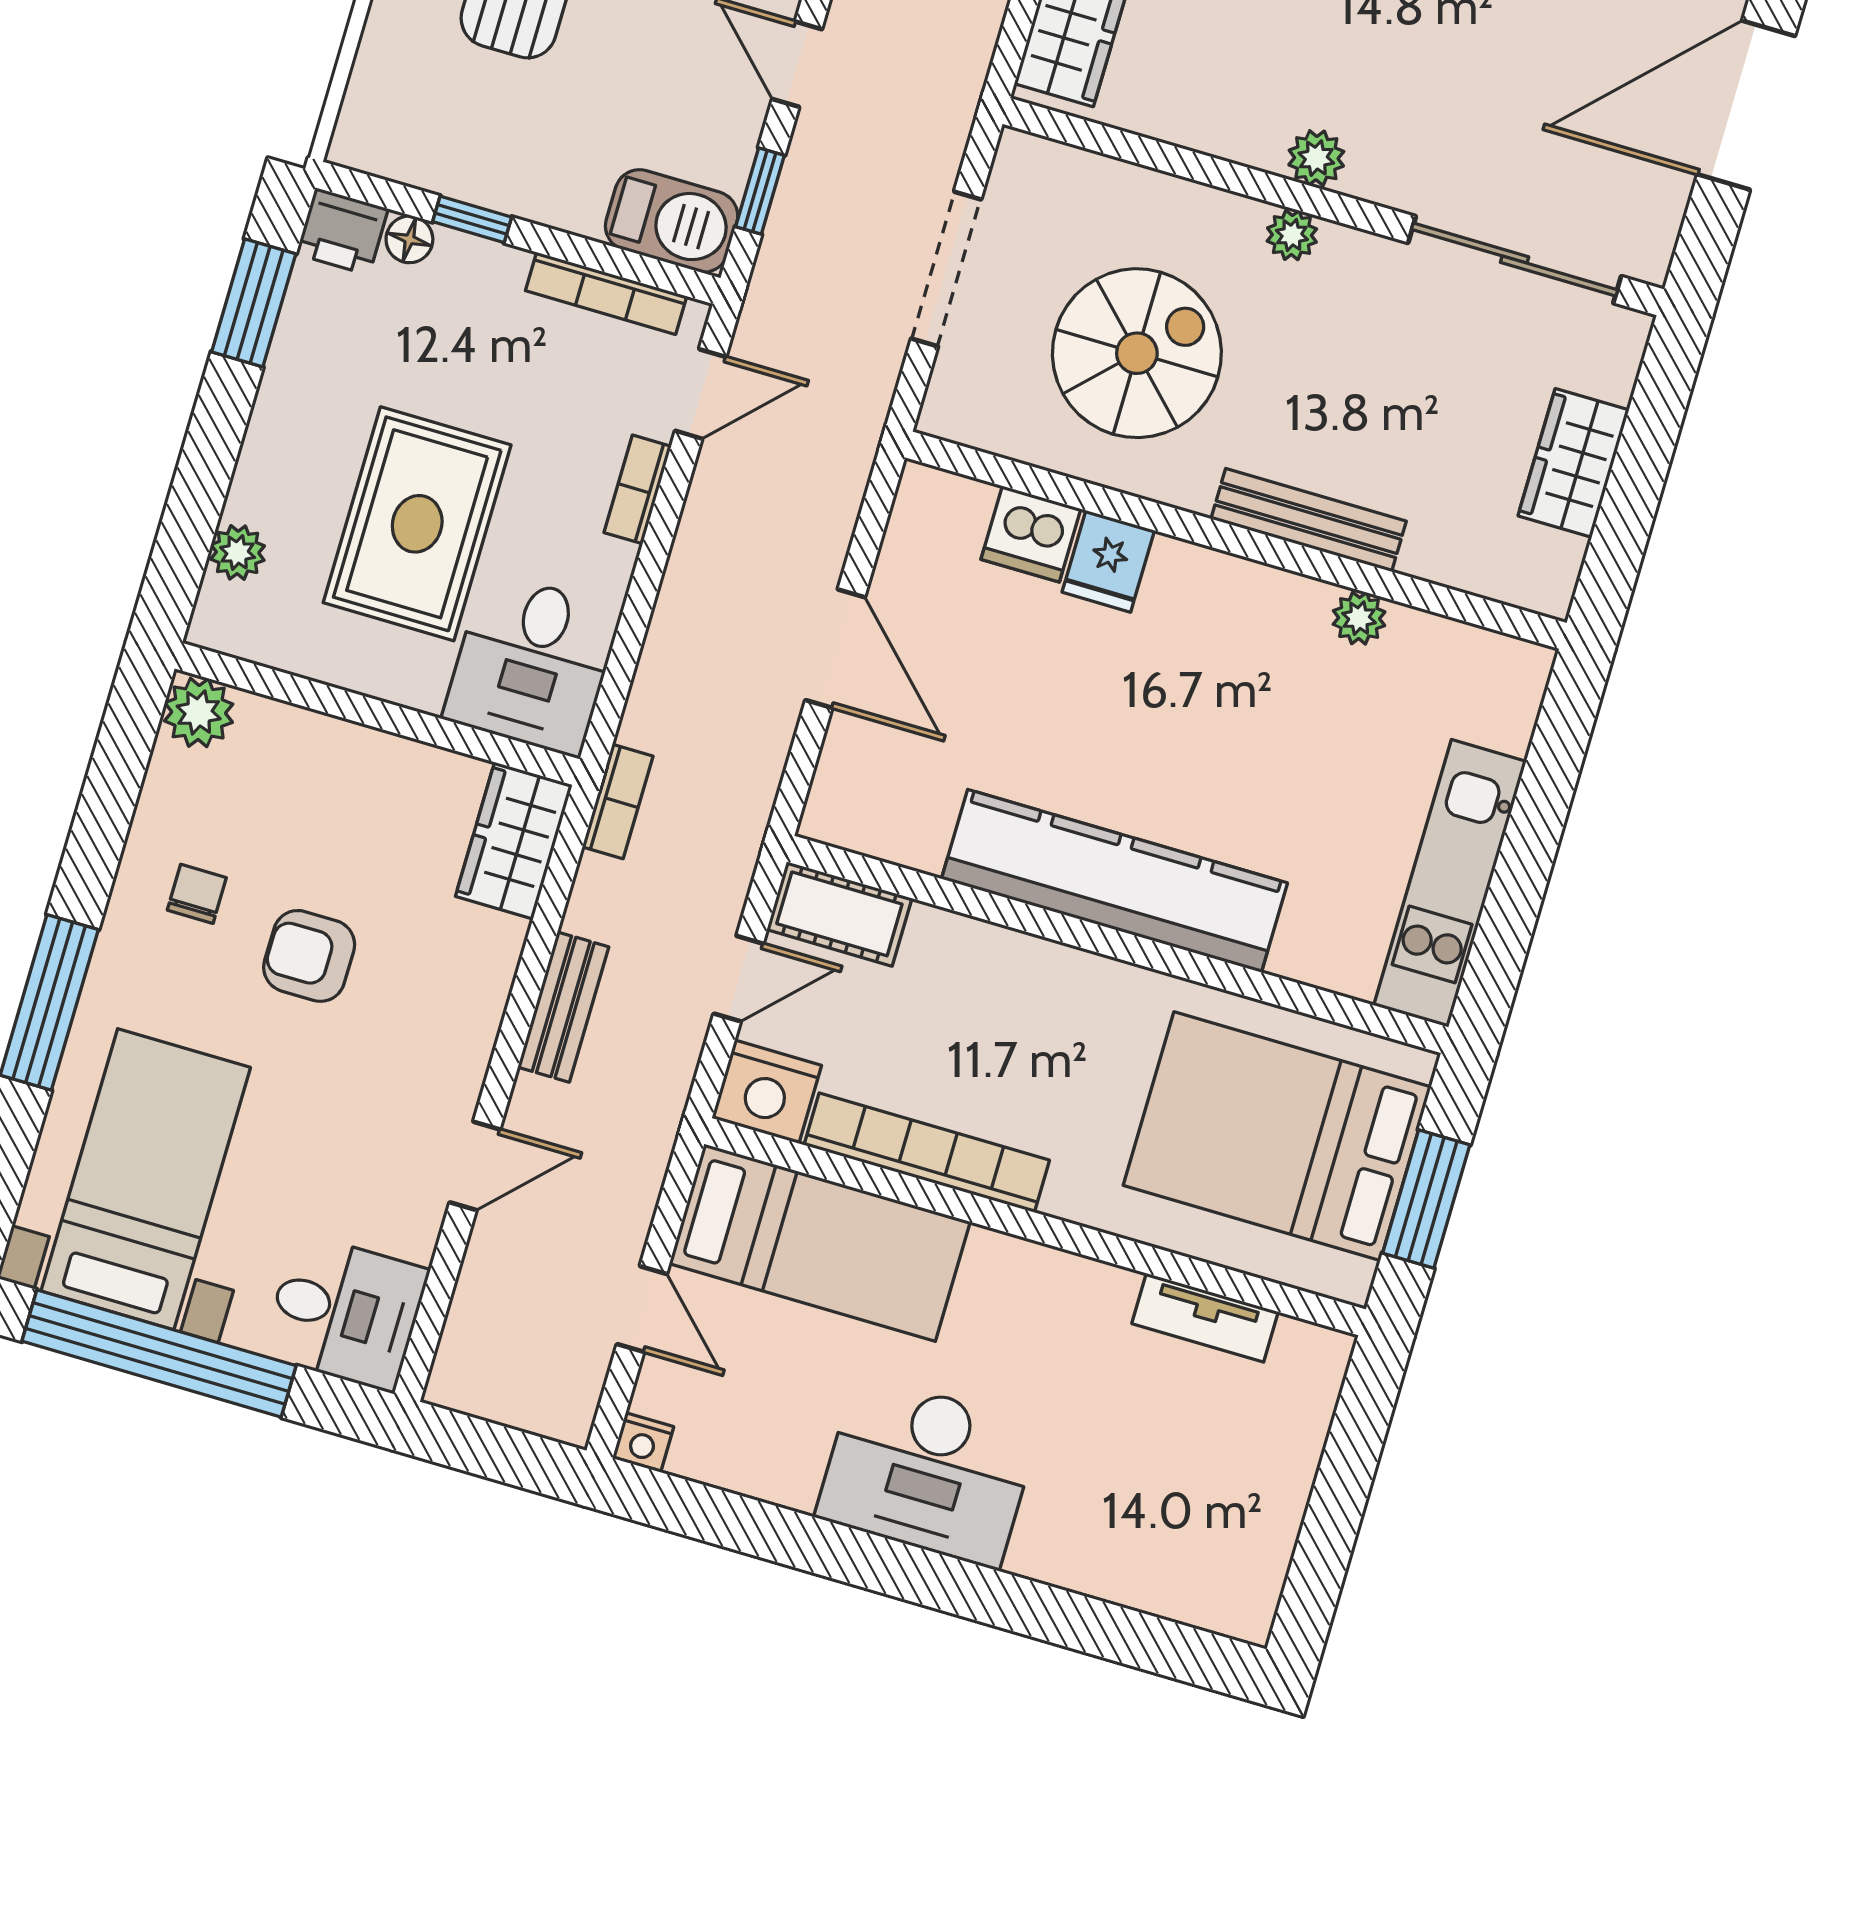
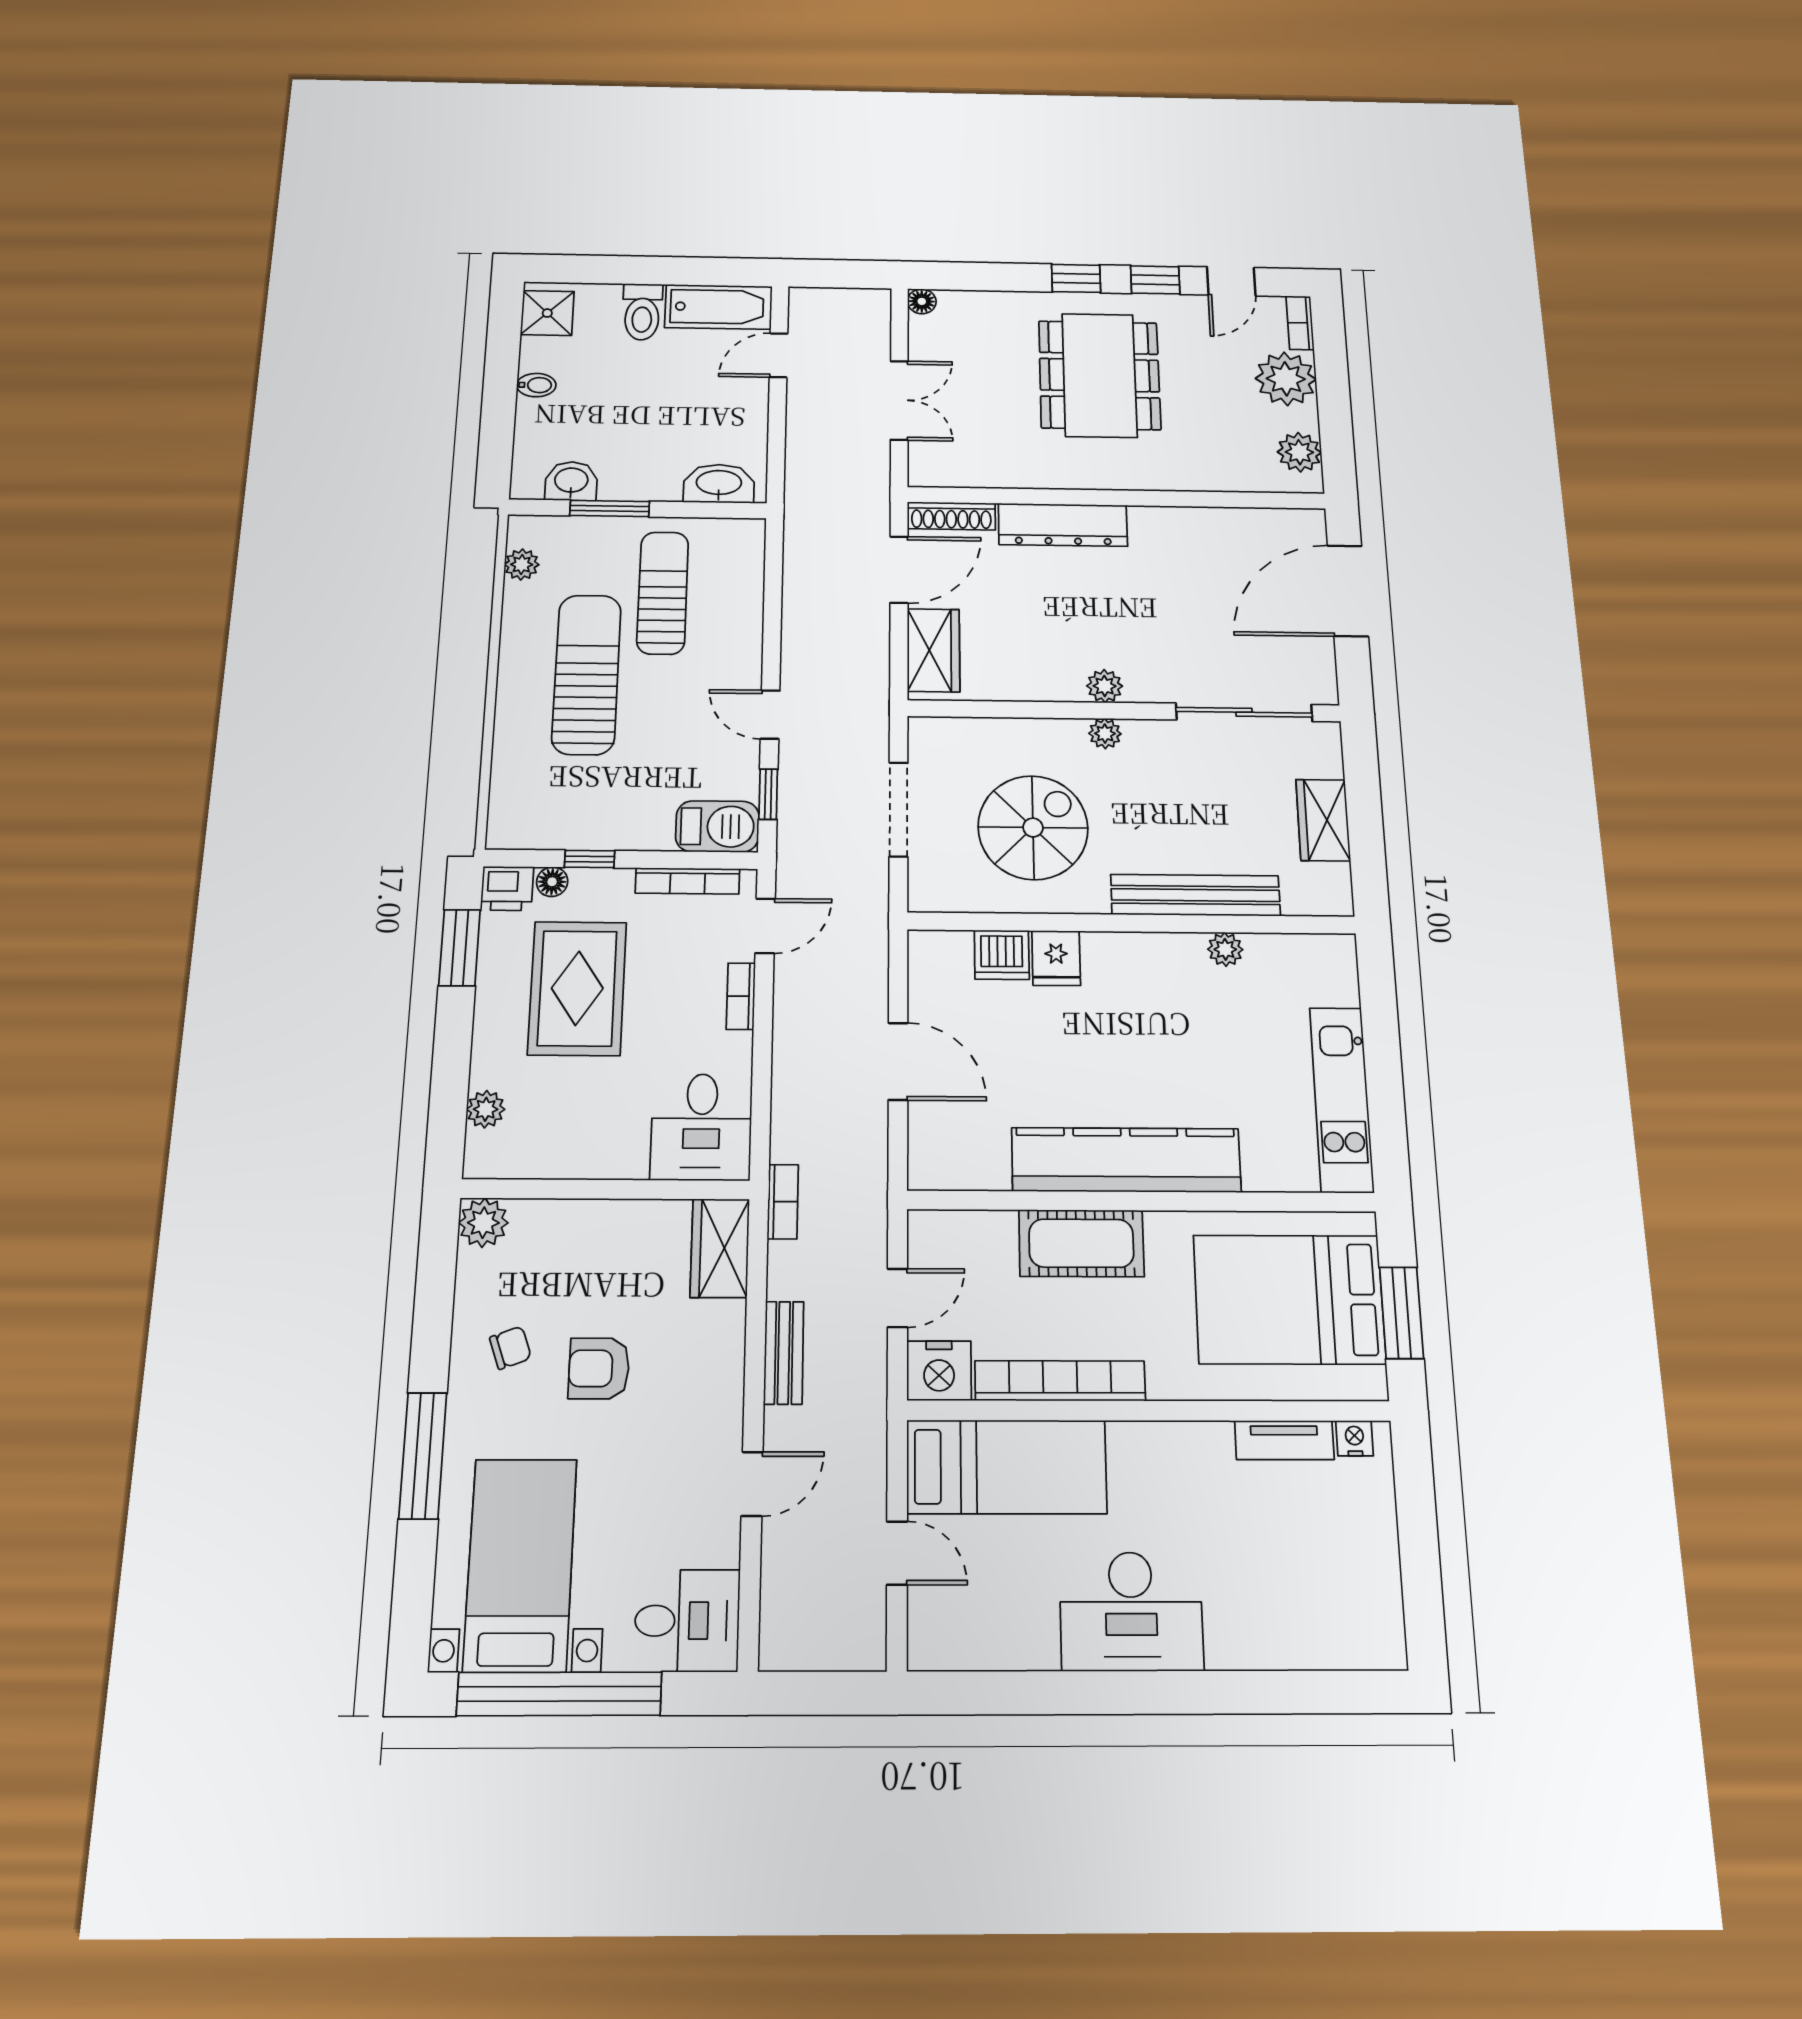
bench: (1309, 520) -> (1195, 895), width x1.37, depth x1.21
rug: (417, 524) -> (577, 988), moved
chair: (197, 894) -> (510, 1348), turned 70
cot: (839, 914) -> (1081, 1243), moved, width x1.37, depth x1.34
nightstand: (643, 1442) -> (1355, 1438), moved, turned 180

